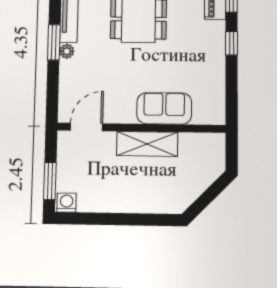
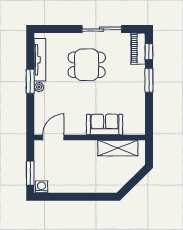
window: (232, 43) -> (149, 80), width x1.50
shelving: (147, 144) -> (118, 148), moved

